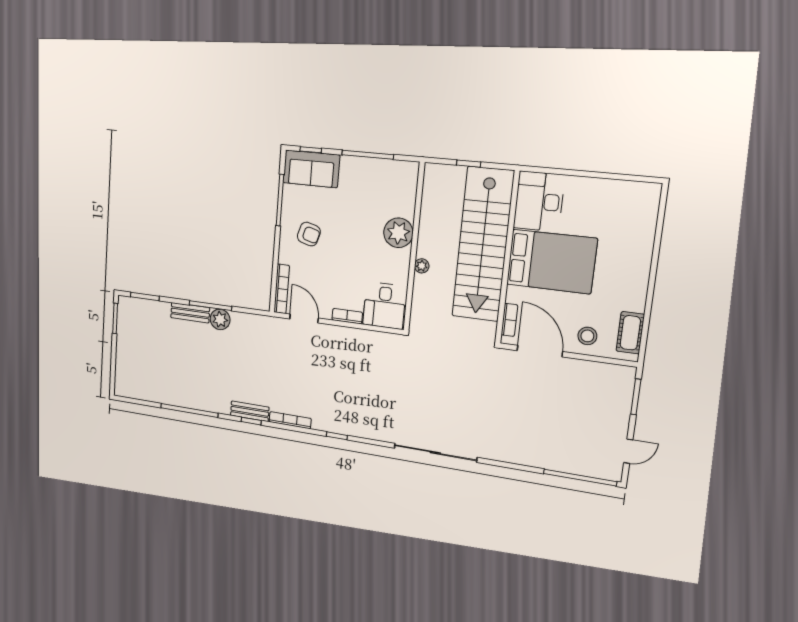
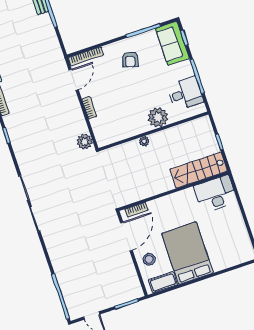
stairs: (483, 244) -> (199, 170), width x0.54, depth x0.66
bed: (552, 262) -> (187, 253), moved, turned 180
desk: (384, 306) -> (185, 94), moved, turned 180
plant: (220, 319) -> (85, 142), moved

